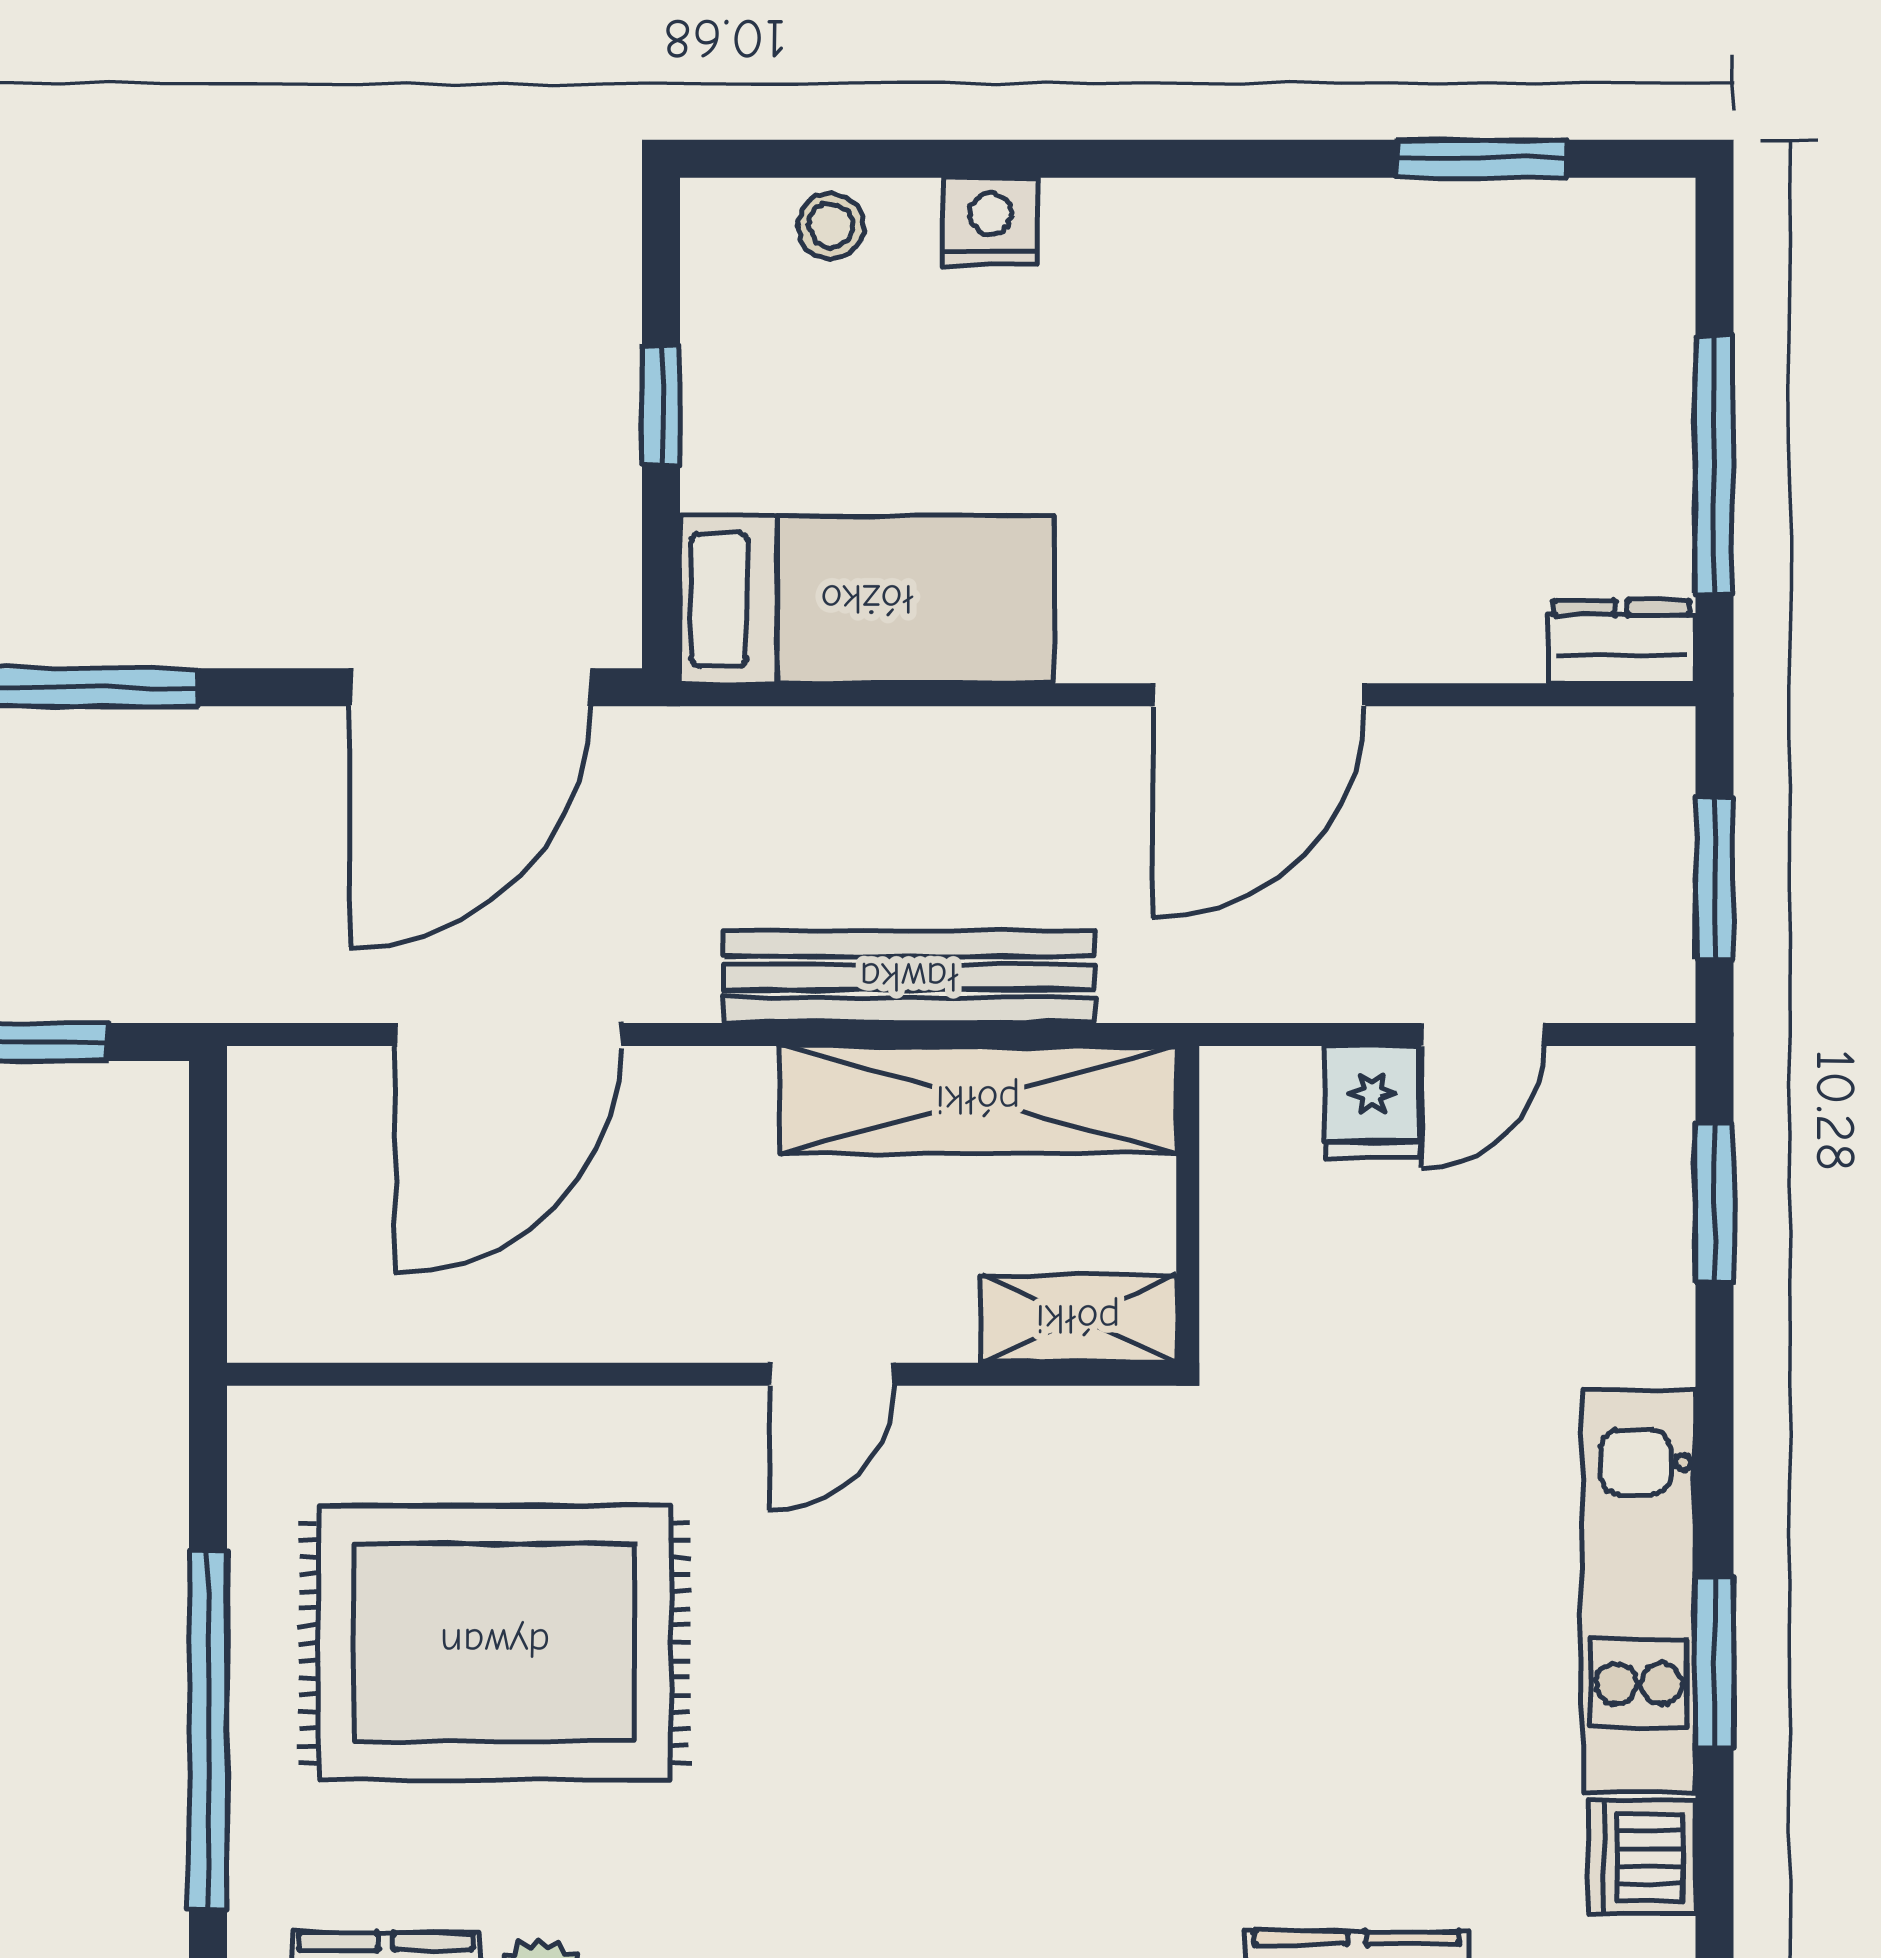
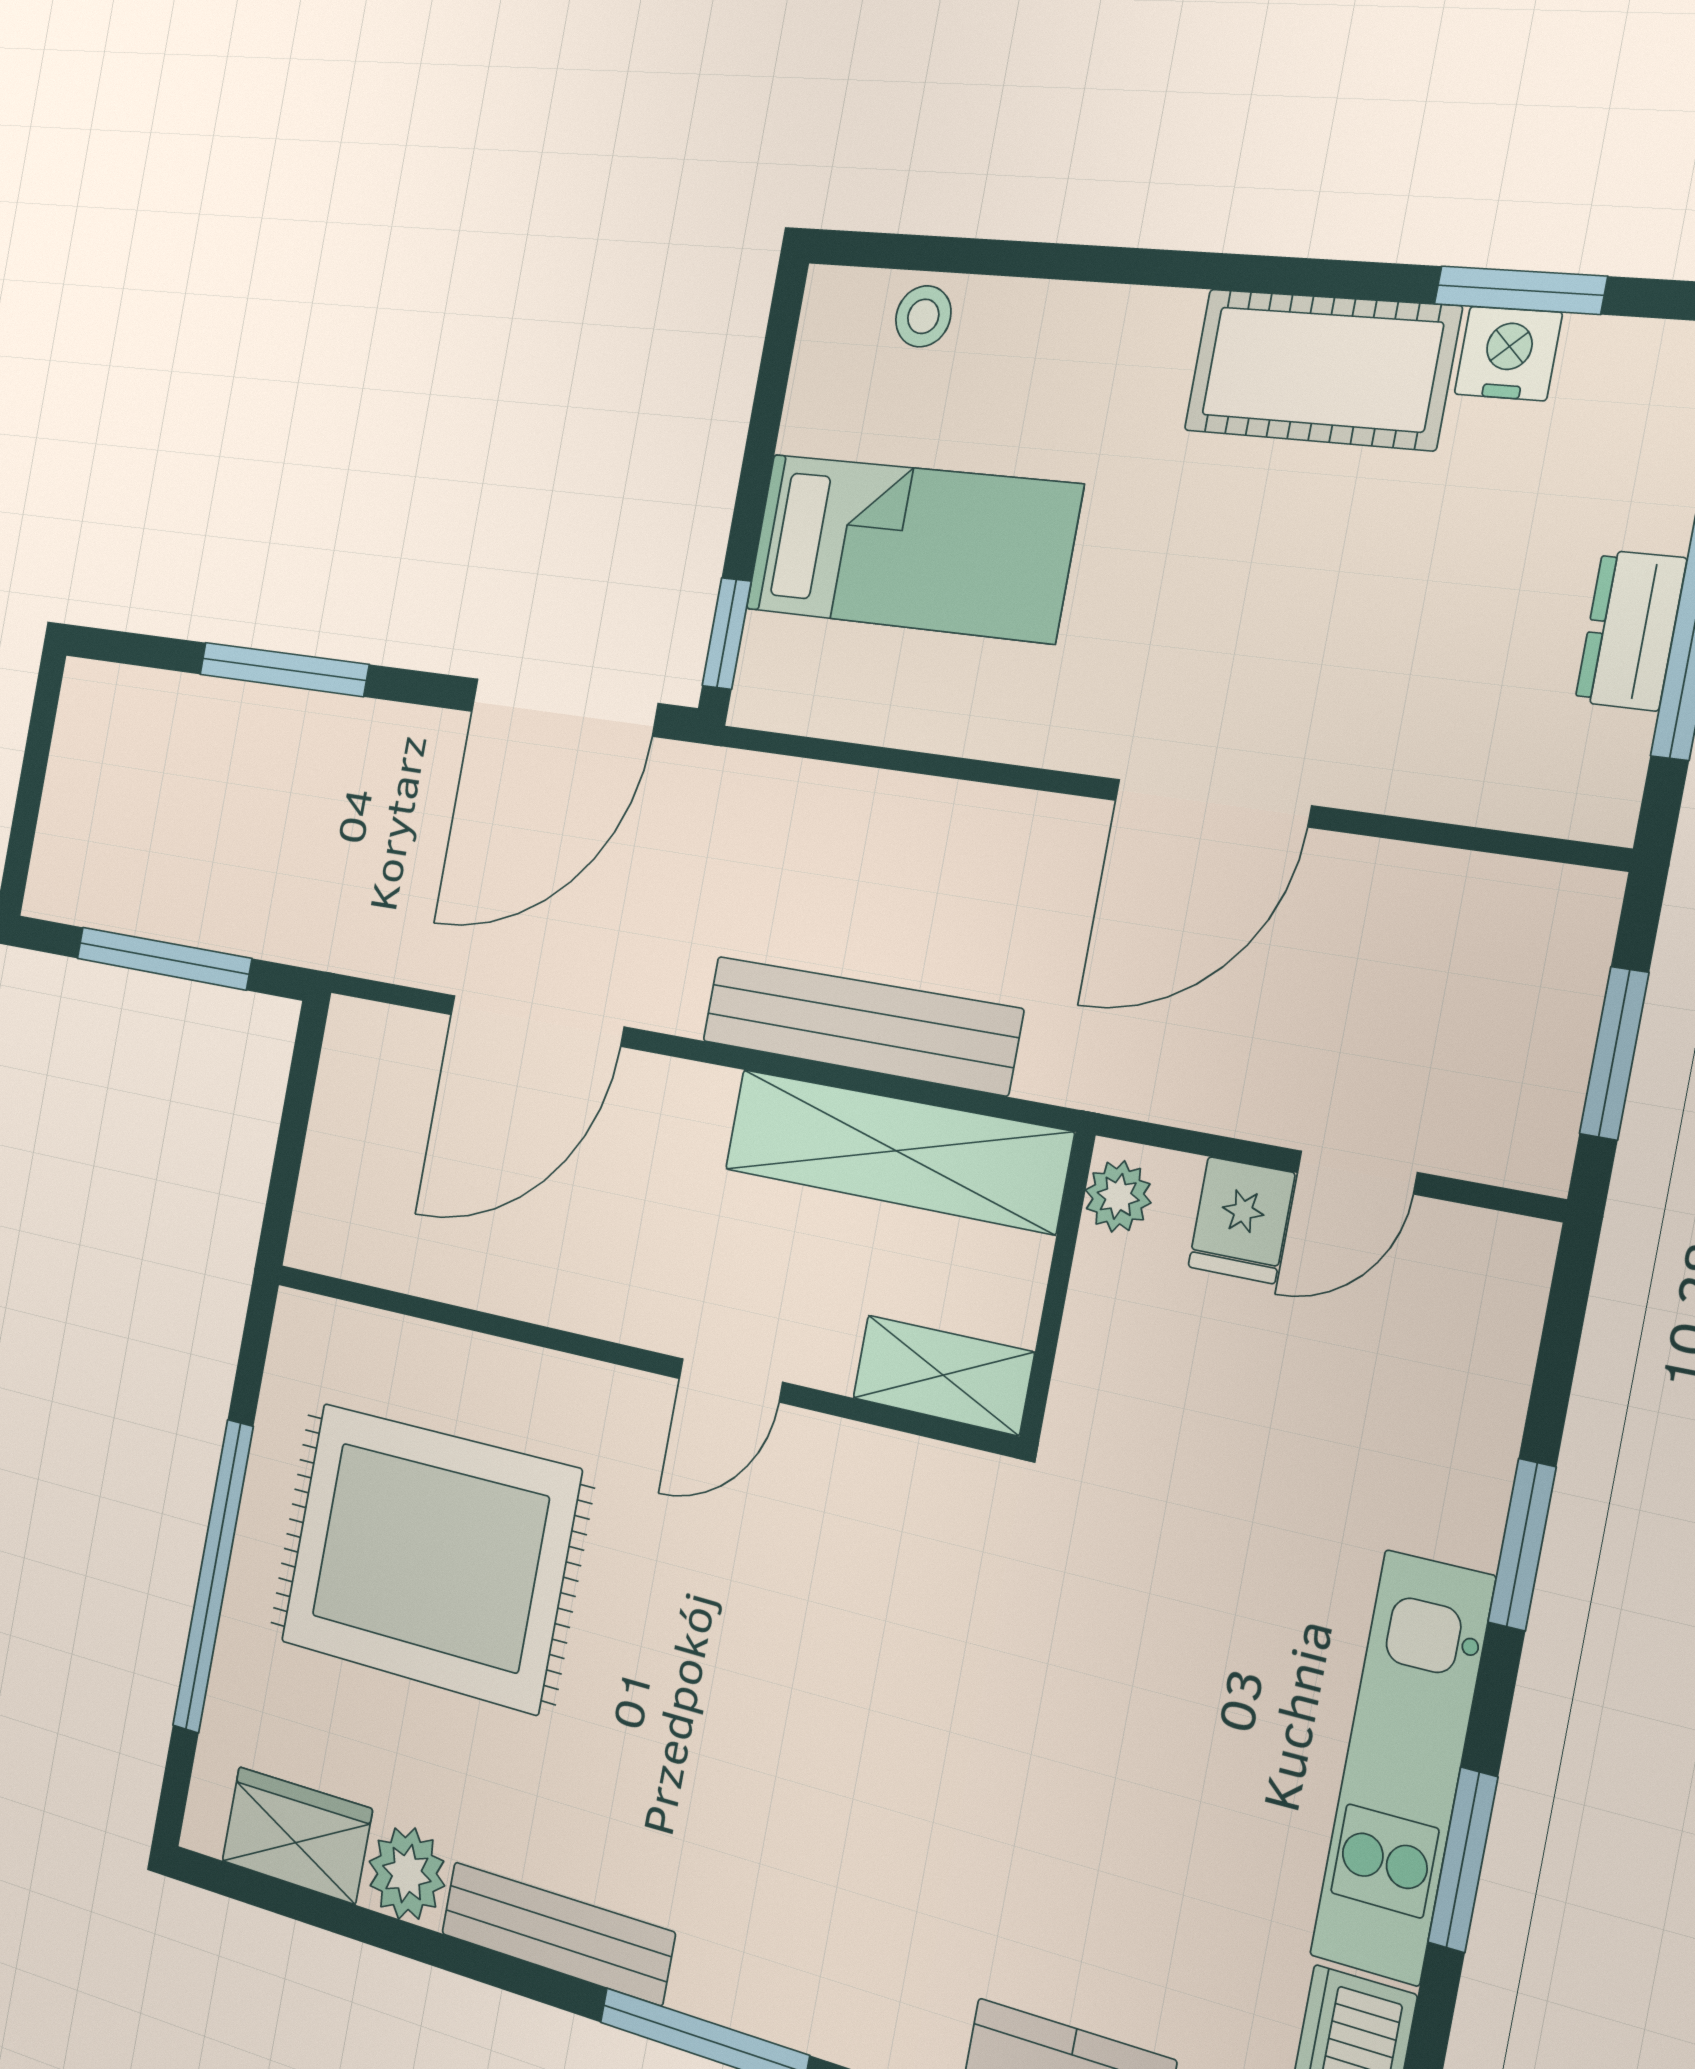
nightstand: (990, 221) -> (1508, 353), moved
cot: (1290, 250) -> (1321, 369), added
window: (661, 406) -> (727, 633), moved
bed: (867, 599) -> (912, 548), moved
dresser: (1621, 642) -> (1631, 630), moved, turned -90
plant: (1236, 1102) -> (1118, 1196), added
window: (1714, 1203) -> (1522, 1545), moved

